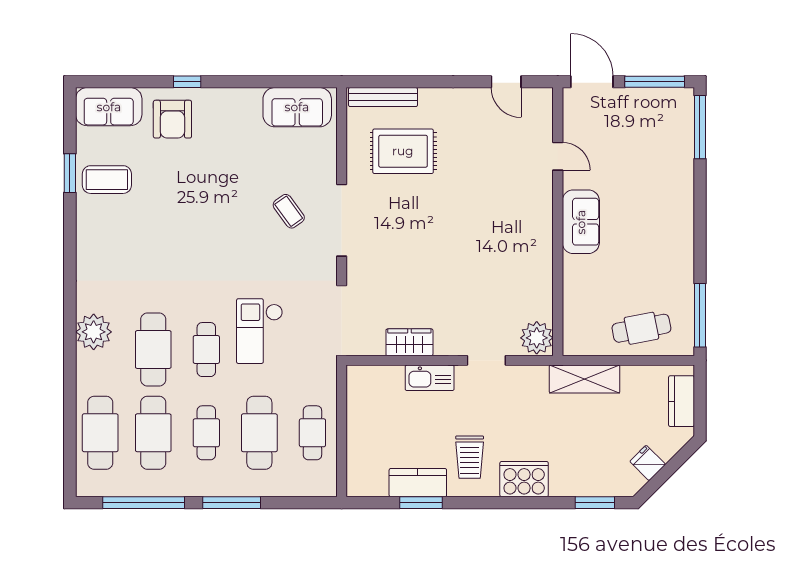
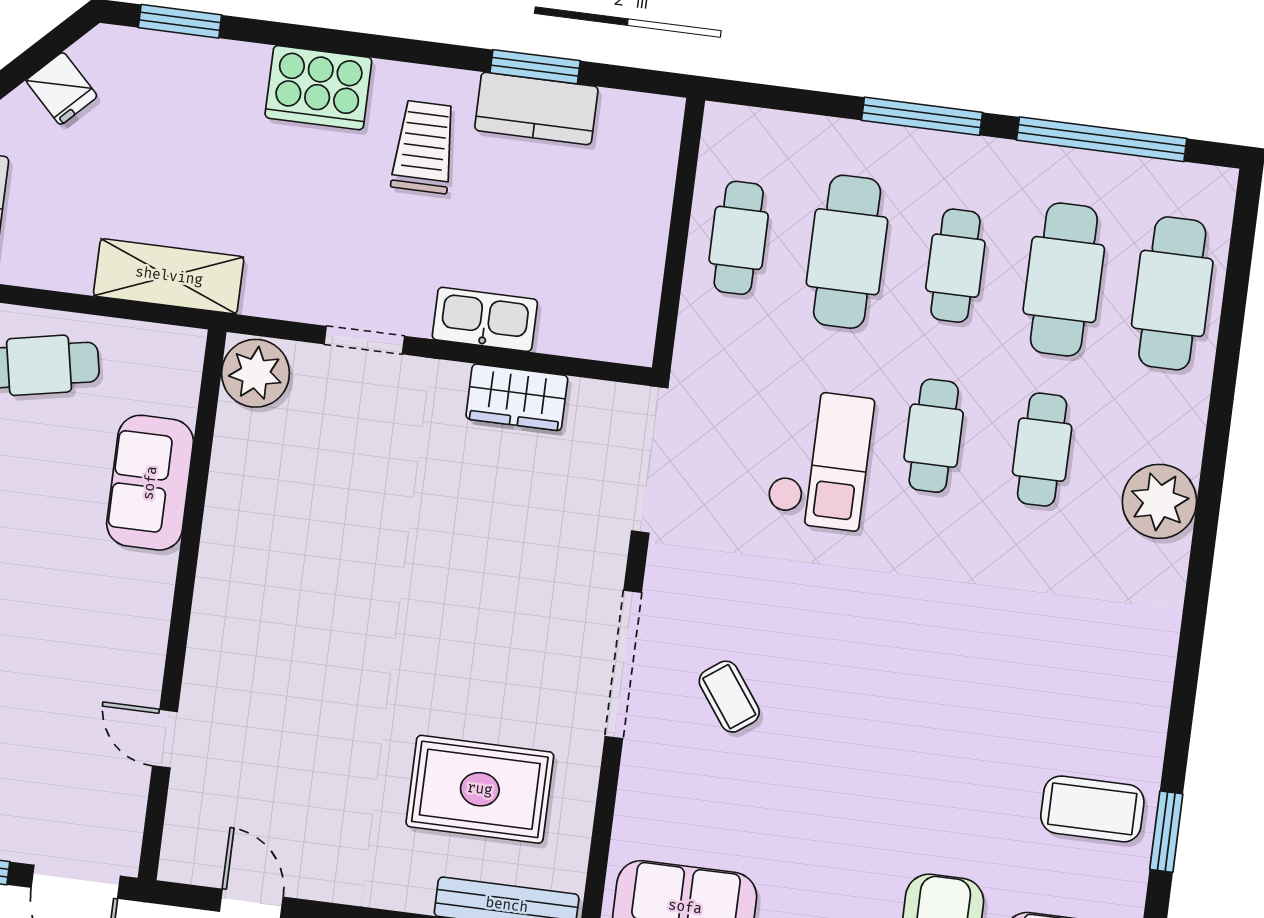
sofa: (581, 222) -> (150, 483), moved
cafe table: (153, 350) -> (1042, 450), width x0.73, depth x0.74

